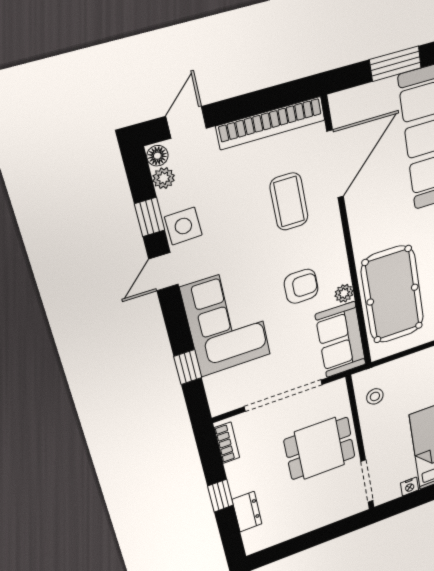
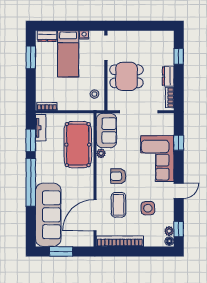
door: (186, 122) -> (155, 251), removed
window: (150, 217) -> (179, 229), moved
side table: (183, 226) -> (148, 208), moved
armchair: (301, 286) -> (118, 176), moved
window: (220, 496) -> (179, 56), moved
dresser: (247, 512) -> (168, 76), moved

